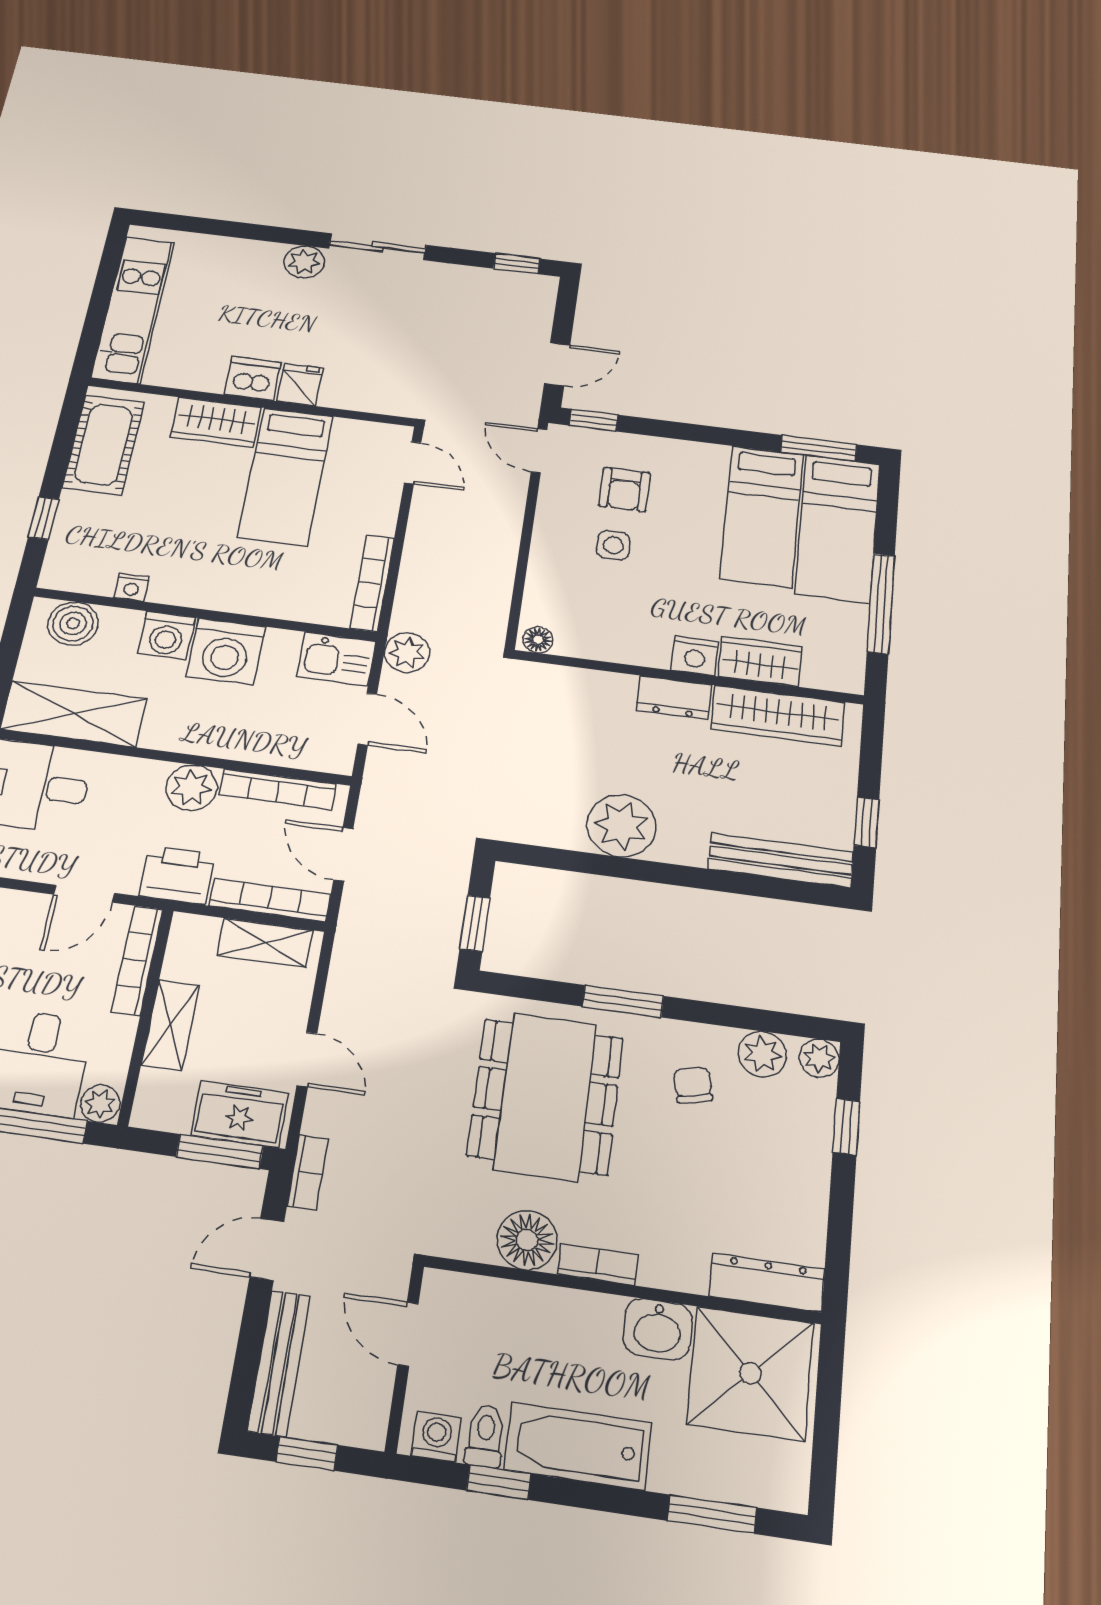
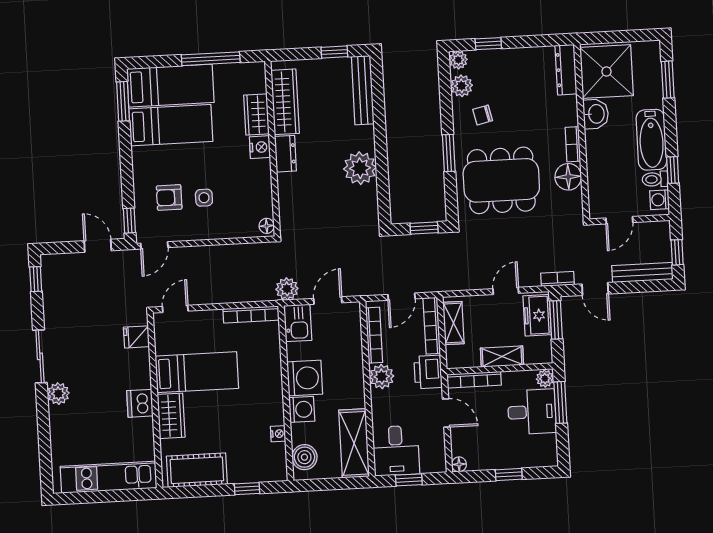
fridge: (300, 385) -> (136, 337), moved
armchair: (625, 489) -> (169, 197), turned 180

